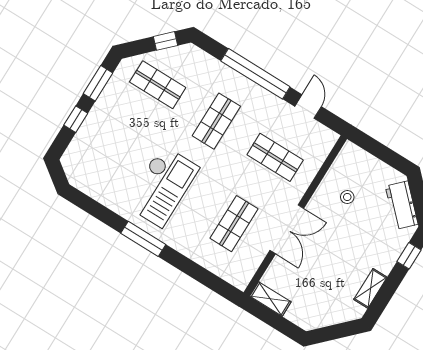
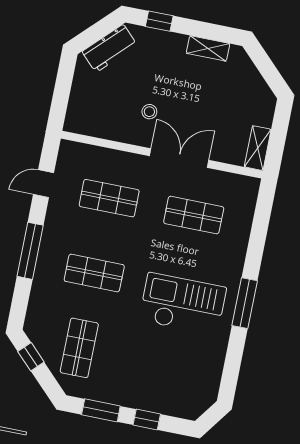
window: (255, 74) -> (30, 251), width x0.68
shop shelf: (275, 157) -> (109, 198), turned 90
stool: (347, 197) -> (149, 112), moved

